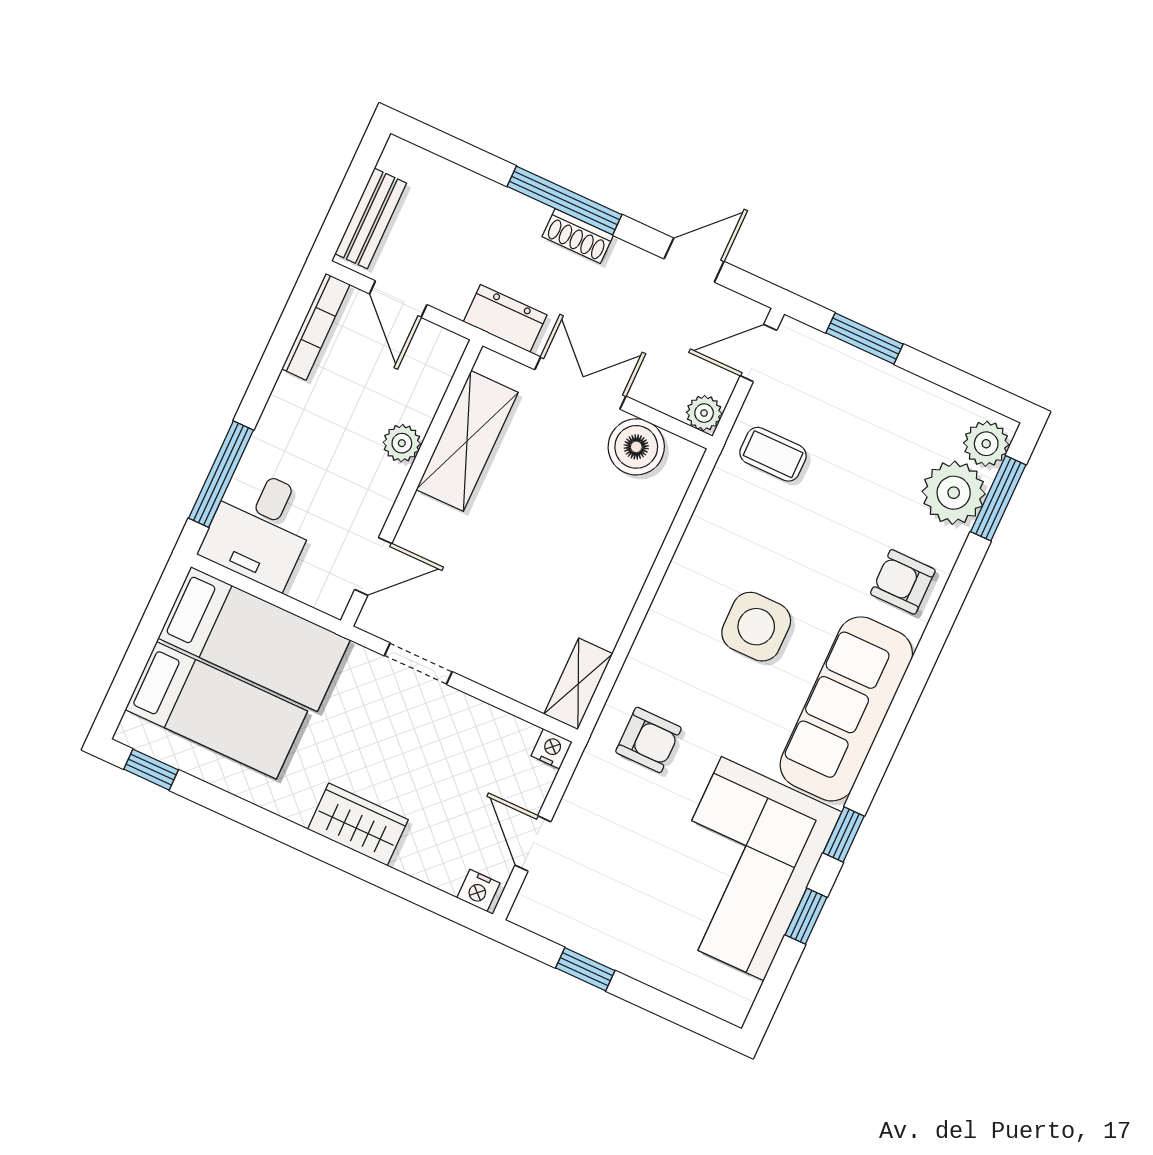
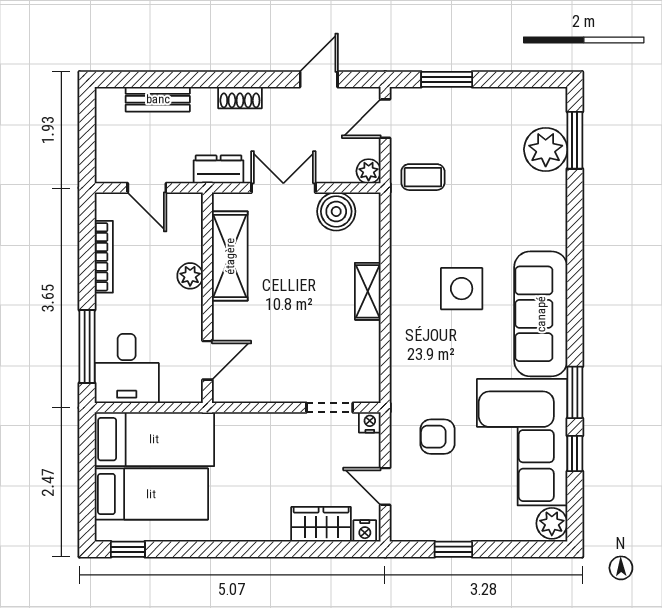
window: (565, 201) -> (222, 79), removed
bench: (371, 218) -> (158, 99), moved, turned 90
bookcase: (316, 327) -> (104, 257), moved
plant: (986, 444) -> (552, 523), moved
armchair: (903, 582) -> (540, 219), removed
doorway: (418, 664) -> (330, 408), moved
shelving: (578, 684) -> (368, 291), moved
armchair: (648, 740) -> (437, 437), moved, turned 180
wardrobe: (358, 824) -> (321, 524), moved
window: (844, 835) -> (575, 392), width x1.50

